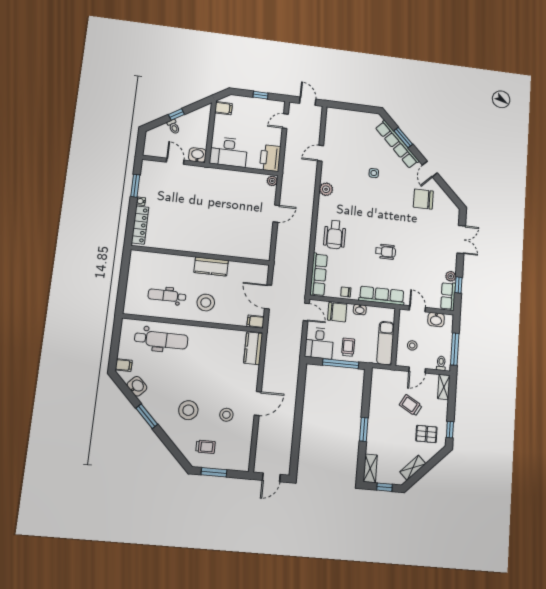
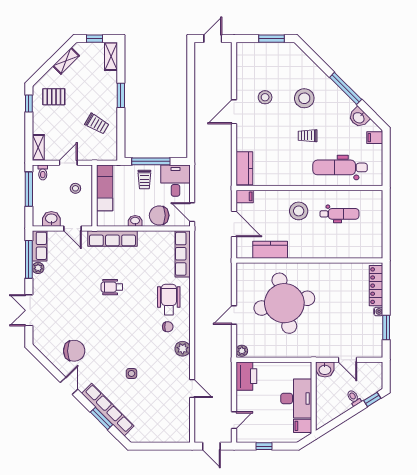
window: (176, 114) -> (372, 399), moved
desk: (229, 152) -> (296, 398), moved, turned 90
door: (320, 153) -> (192, 389), hinge flipped
round table: (229, 219) -> (284, 303), added
kitchen counter: (211, 266) -> (270, 250), moved
window: (459, 285) -> (29, 259), width x2.17
chair: (346, 292) -> (168, 327), moved
trolley: (411, 405) -> (97, 124), moved
window: (147, 416) -> (346, 88), width x1.44
trolley: (205, 447) -> (308, 136), moved

